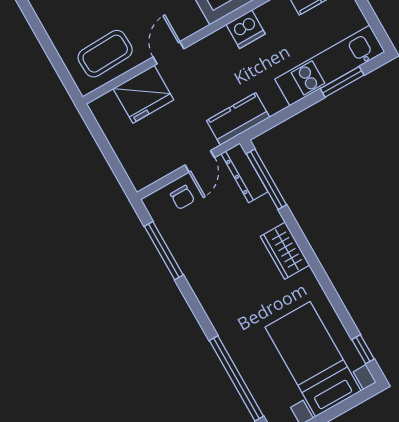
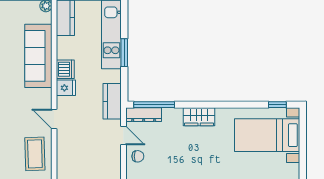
window: (342, 82) -> (124, 53), moved
fridge: (143, 94) -> (66, 88), moved, width x0.53, depth x0.75

